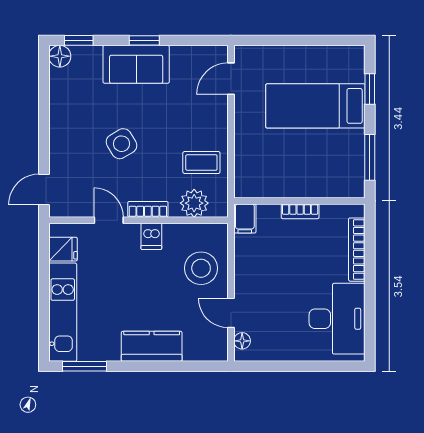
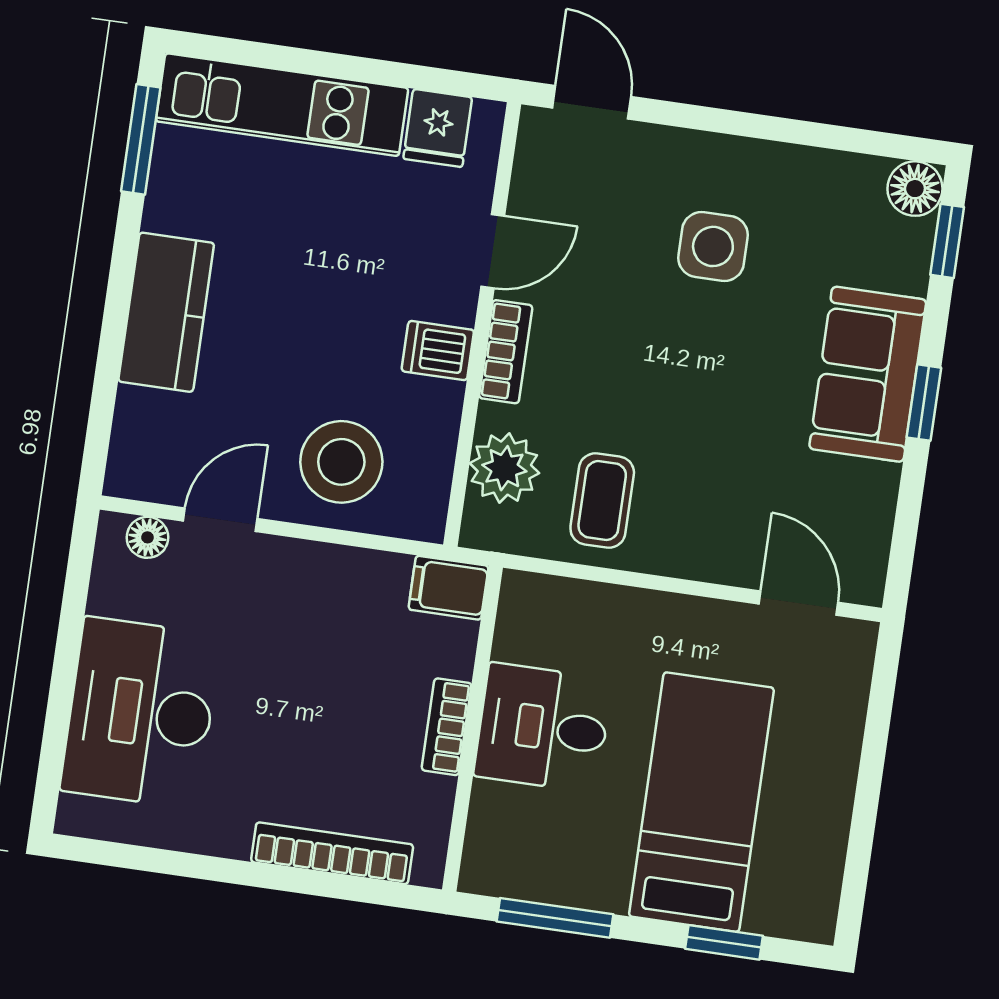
side table: (121, 144) -> (713, 246), moved, turned 31
desk: (295, 173) -> (543, 728), added
desk: (337, 319) -> (141, 713), moved, turned 90

